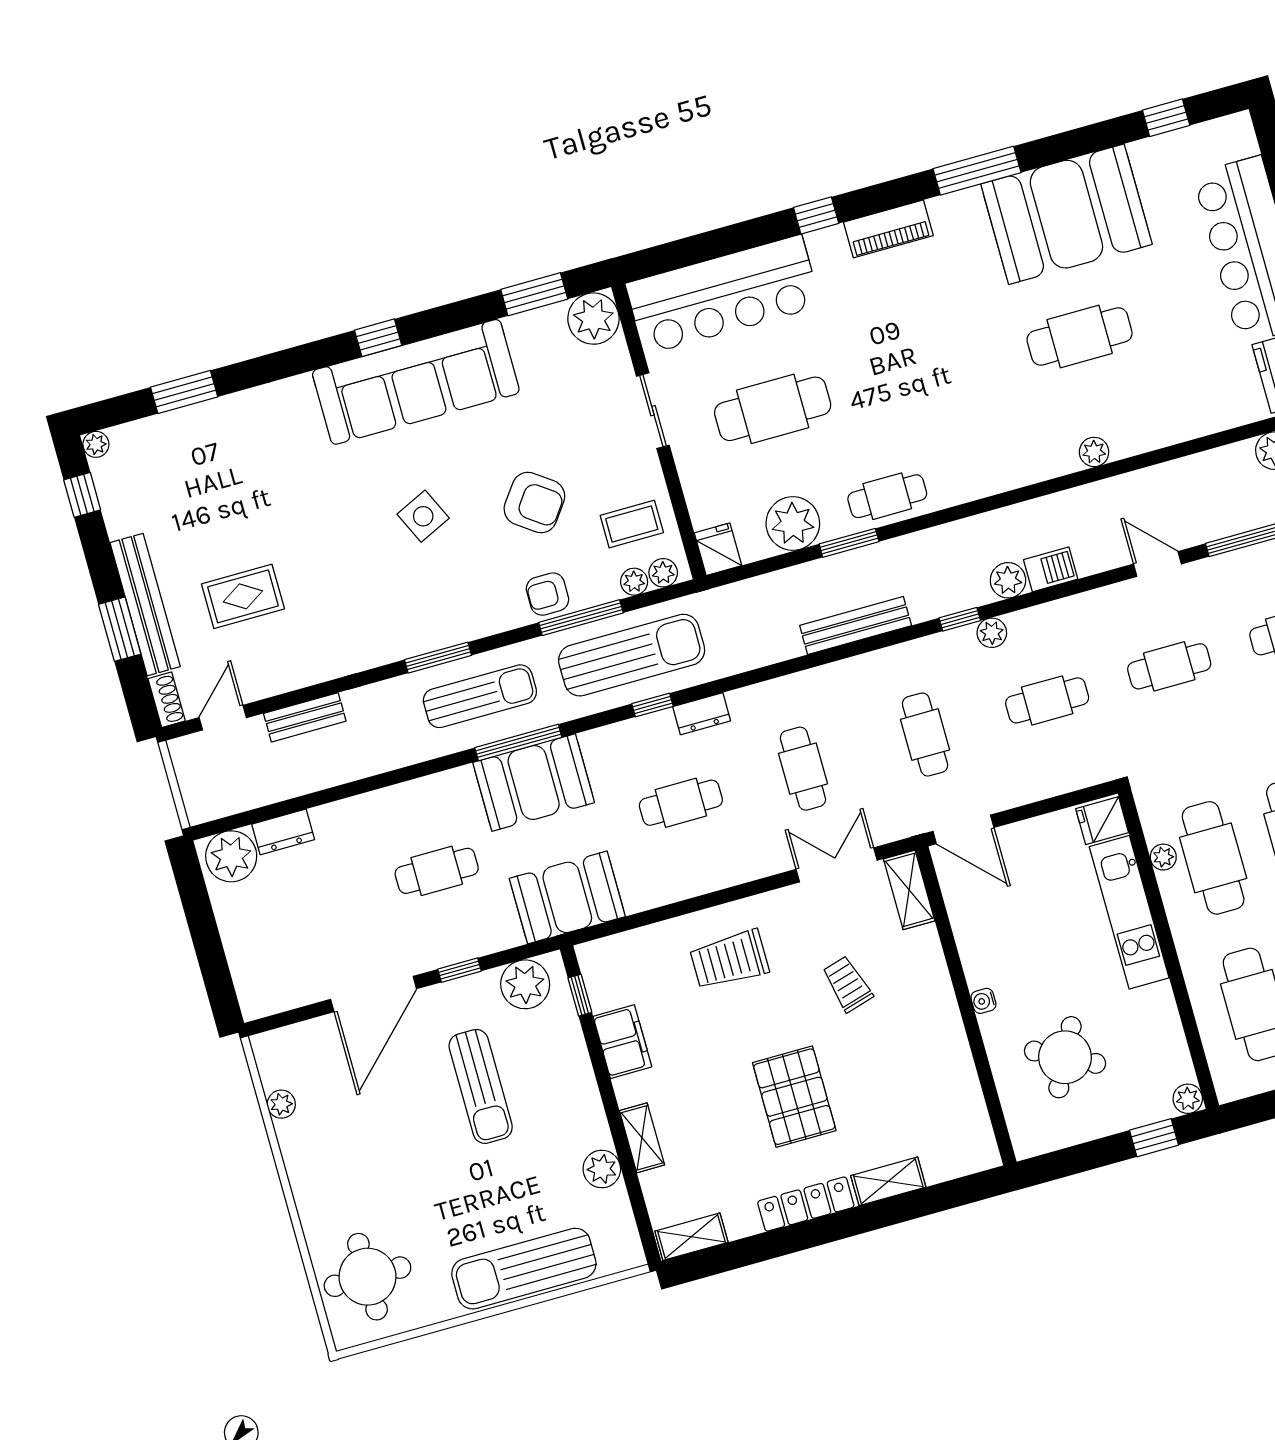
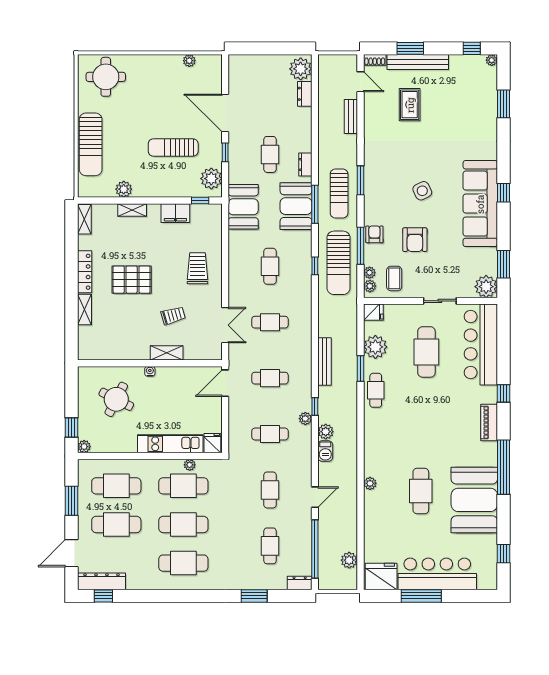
window: (977, 171) -> (503, 467), width x1.46
armchair: (534, 503) -> (415, 240), turned -36
cafe table: (1047, 700) -> (270, 434), turned 90
dresser: (702, 714) -> (305, 165), moved
shelving: (909, 890) -> (167, 353), moved
sun lounger: (524, 1269) -> (91, 144), turned 180

